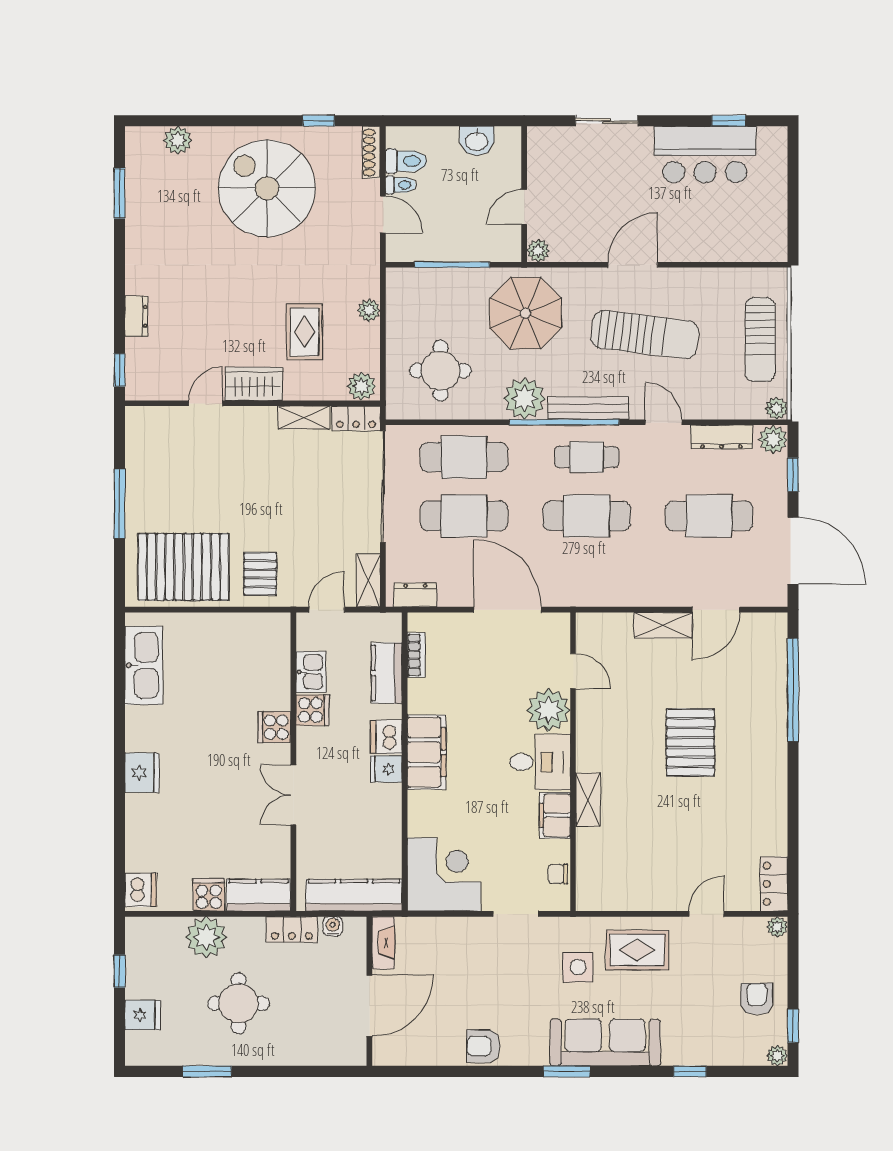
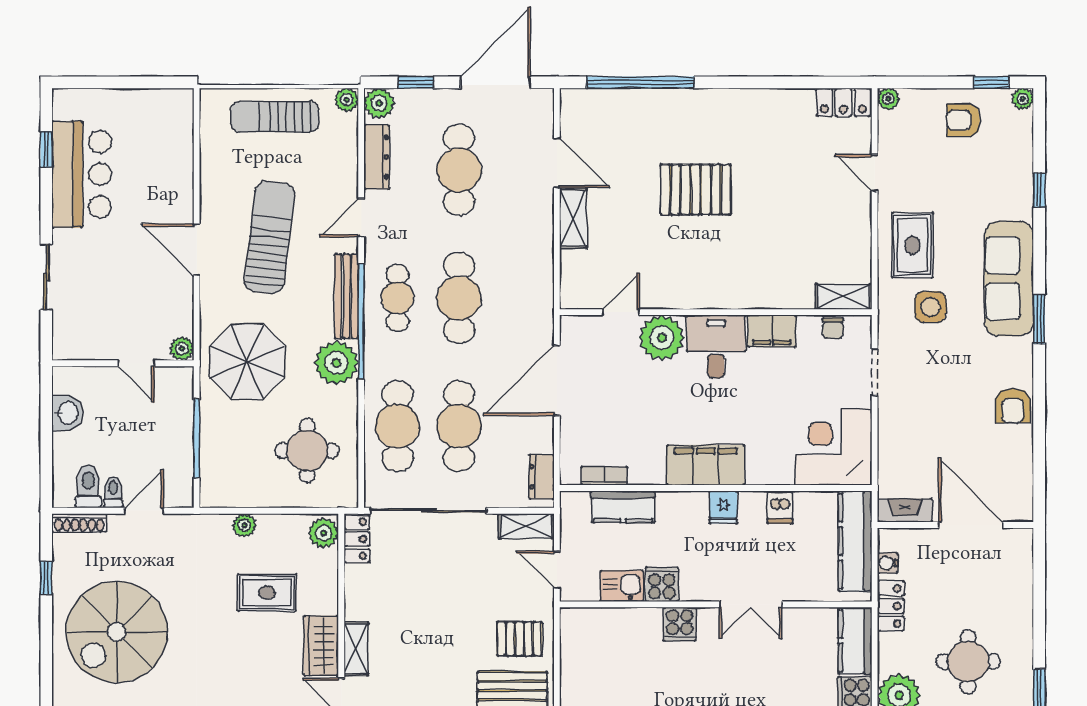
sun lounger: (760, 340) -> (275, 117), turned 180
shelving: (304, 418) -> (356, 649), moved
dishwasher: (386, 737) -> (780, 507), moved, width x0.73
shelving: (588, 800) -> (844, 297), moved

